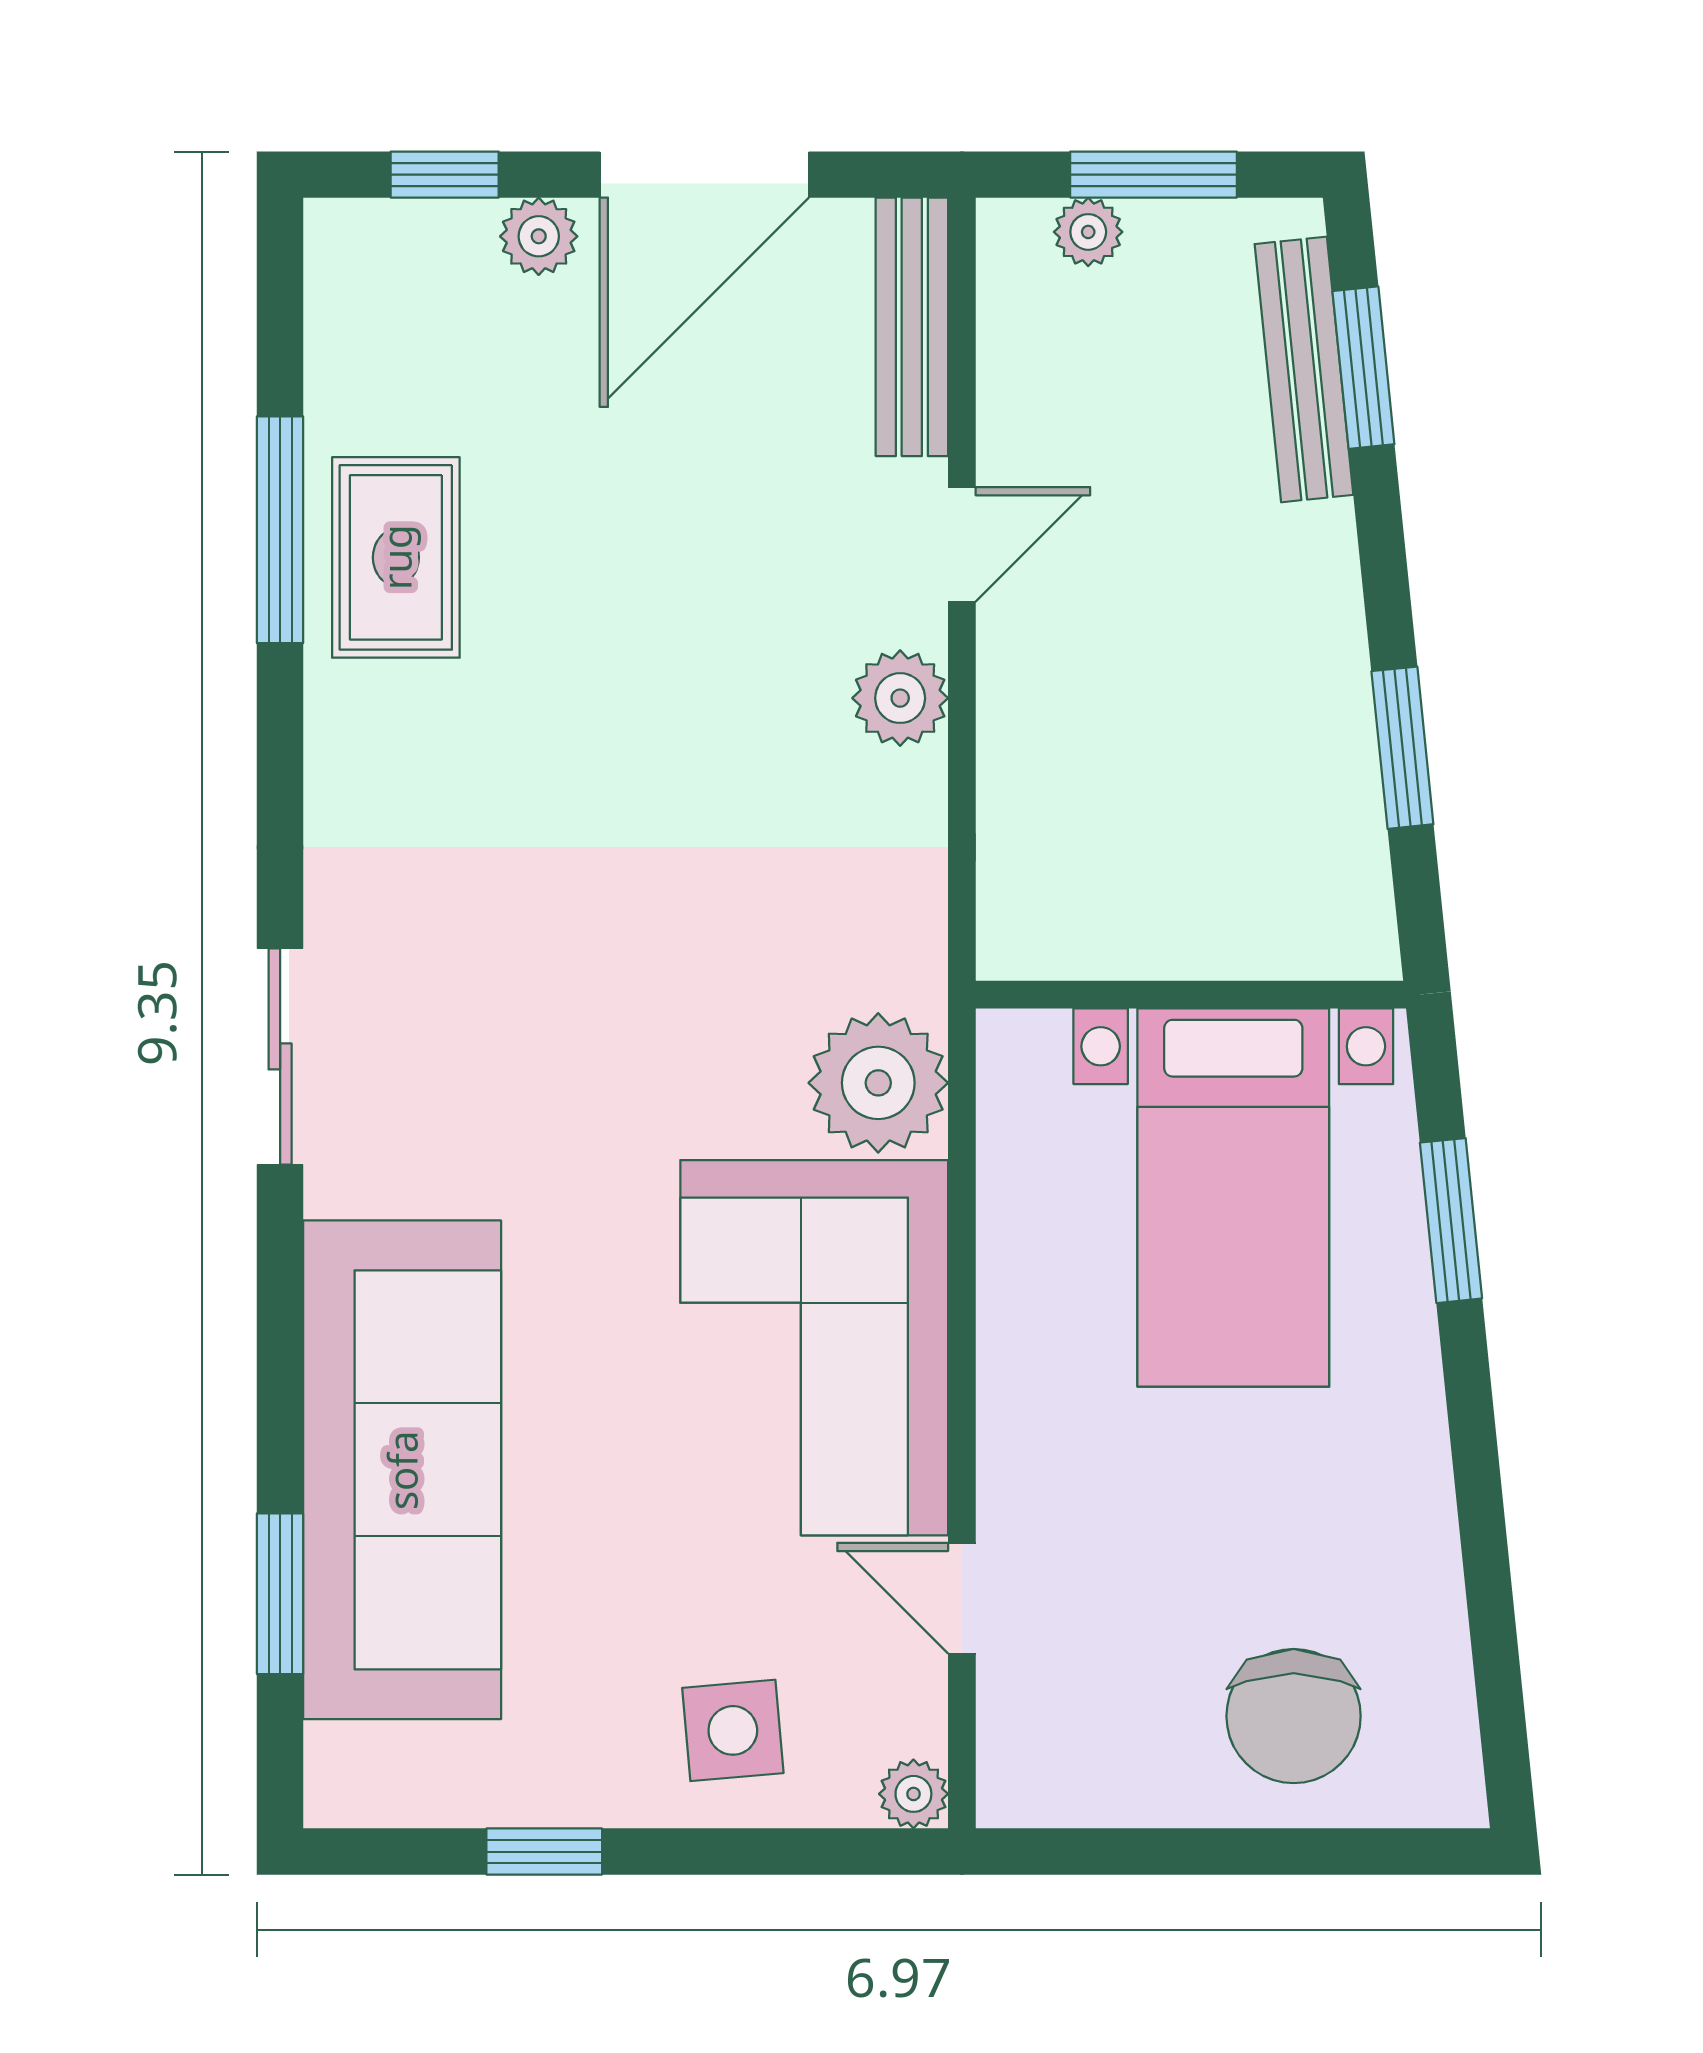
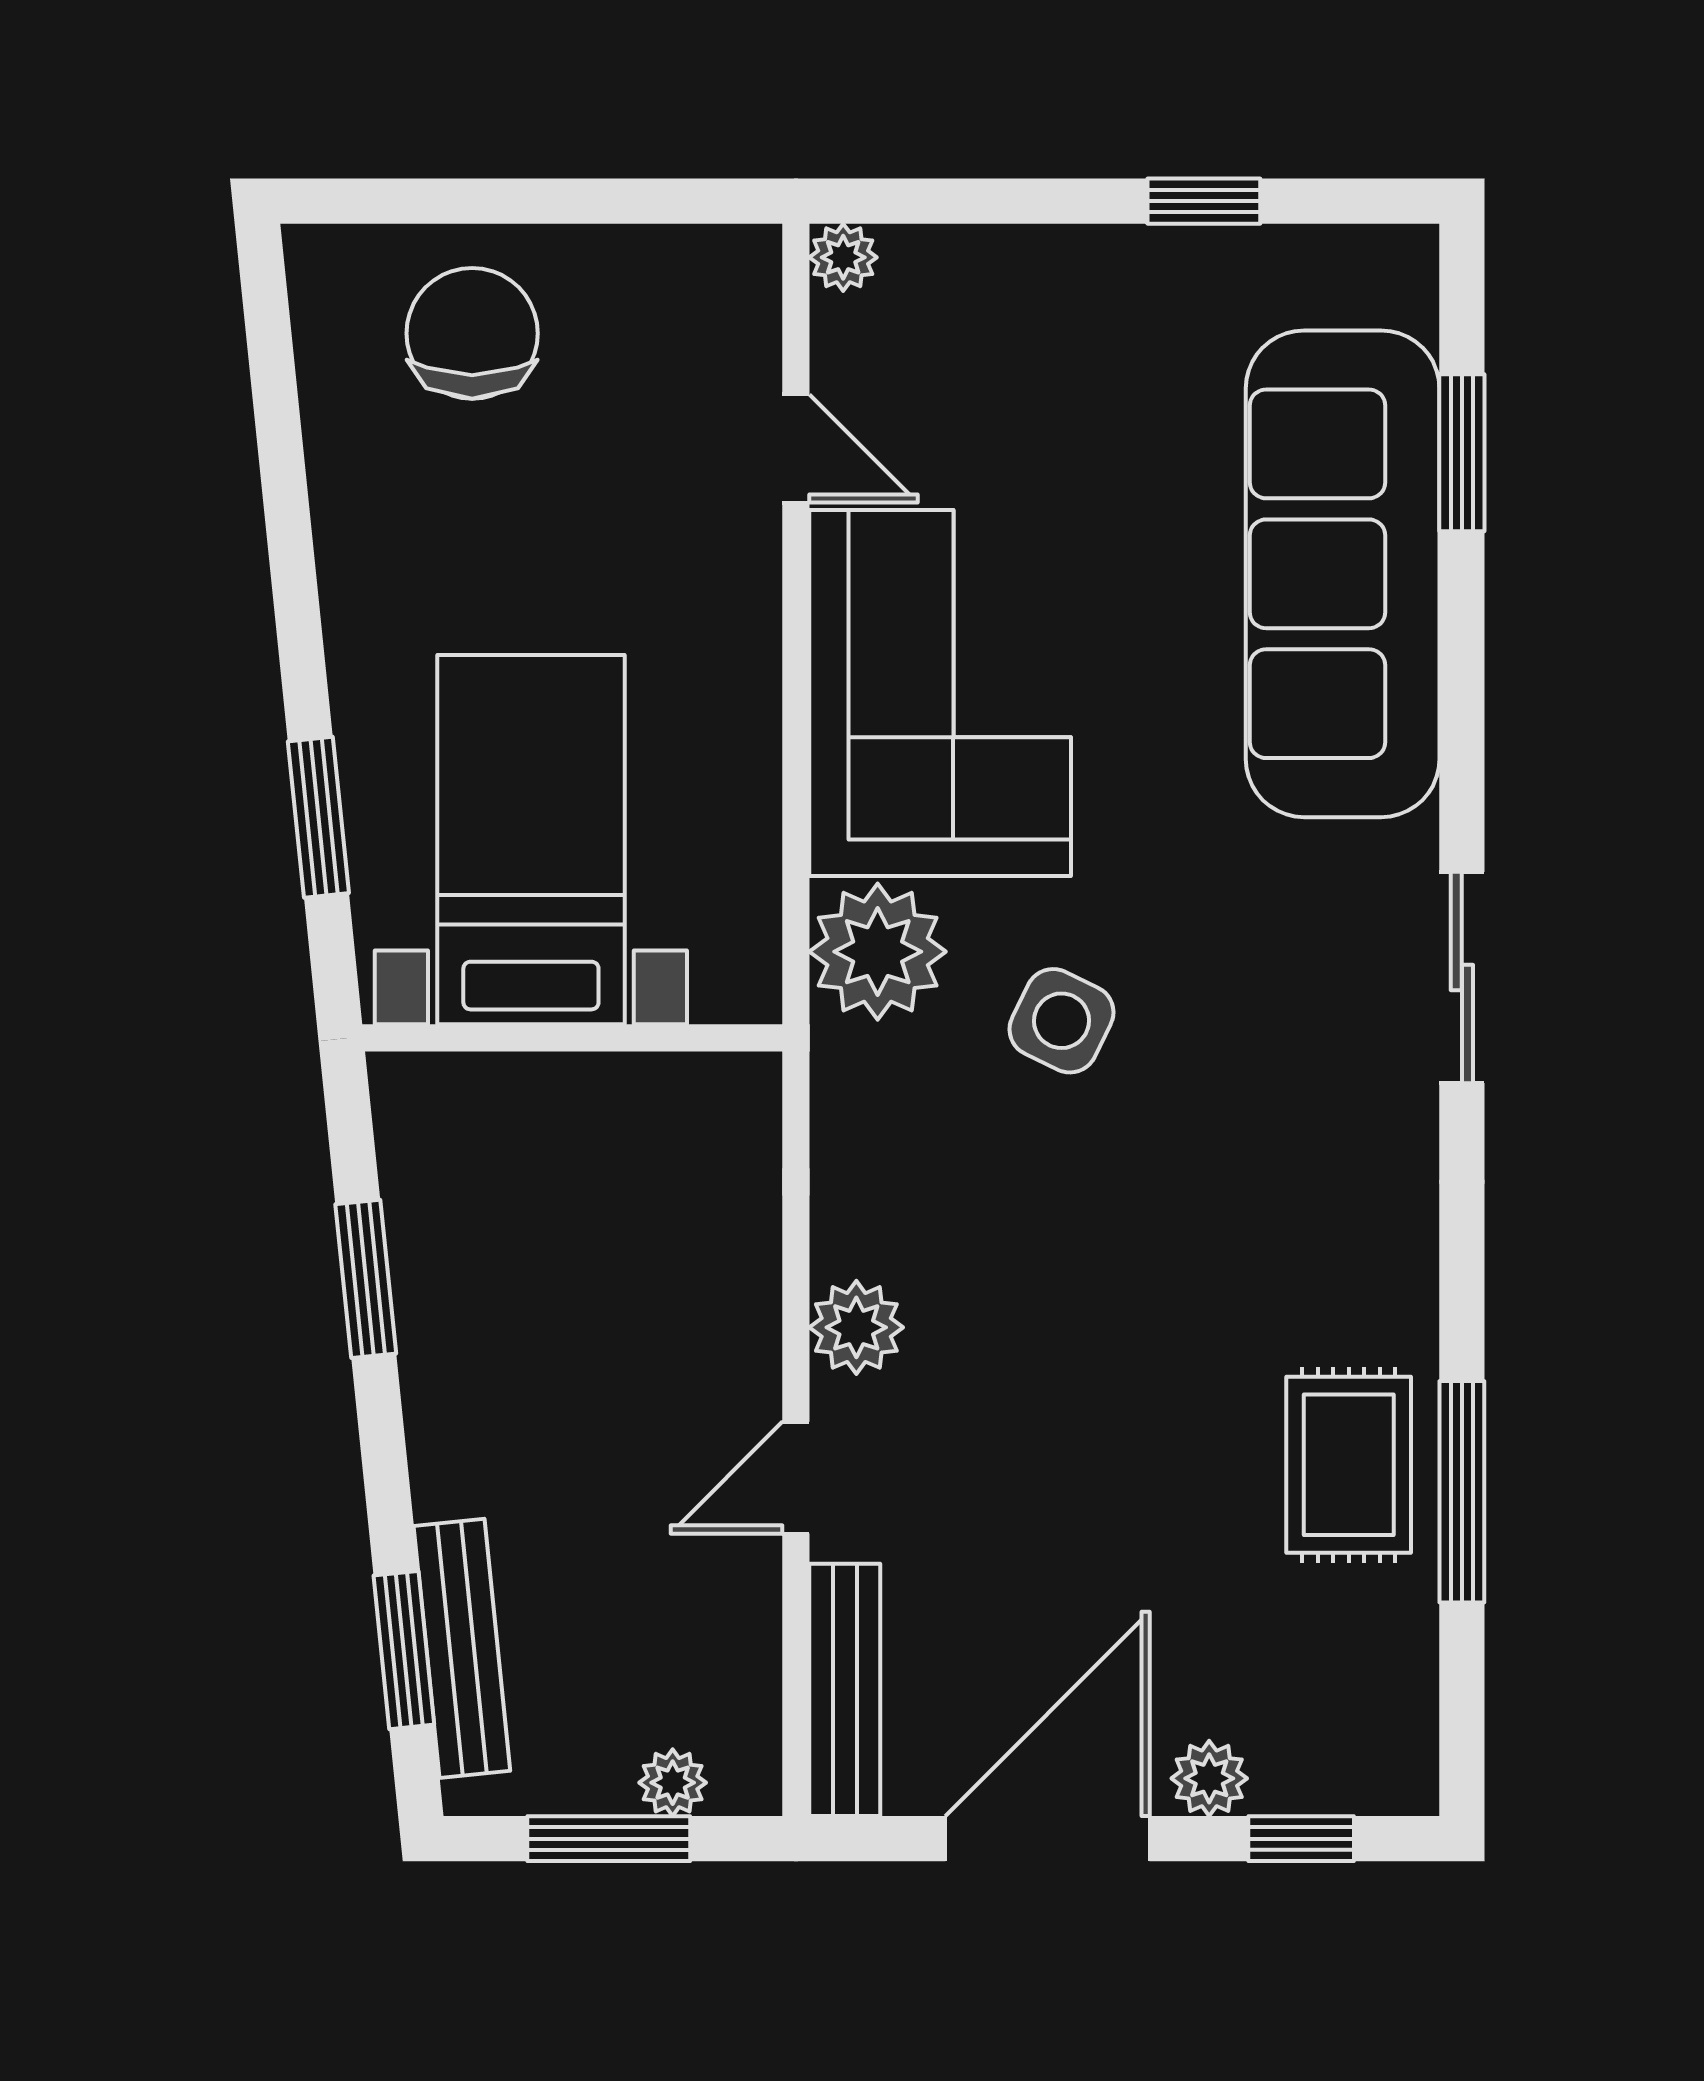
side table: (733, 1730) -> (1062, 1021), moved, turned 31

